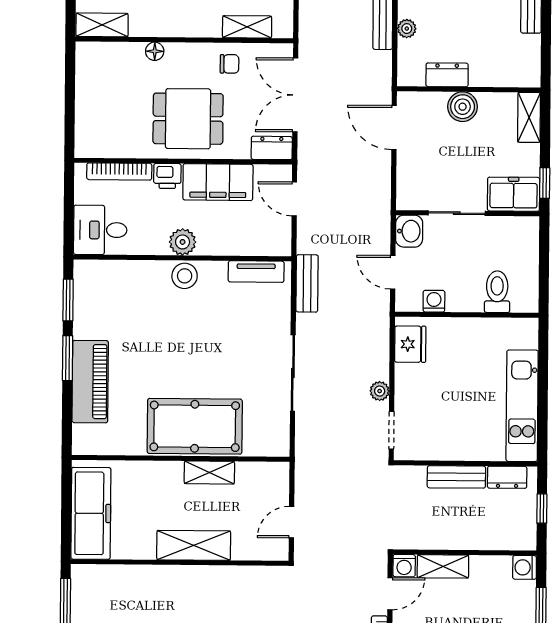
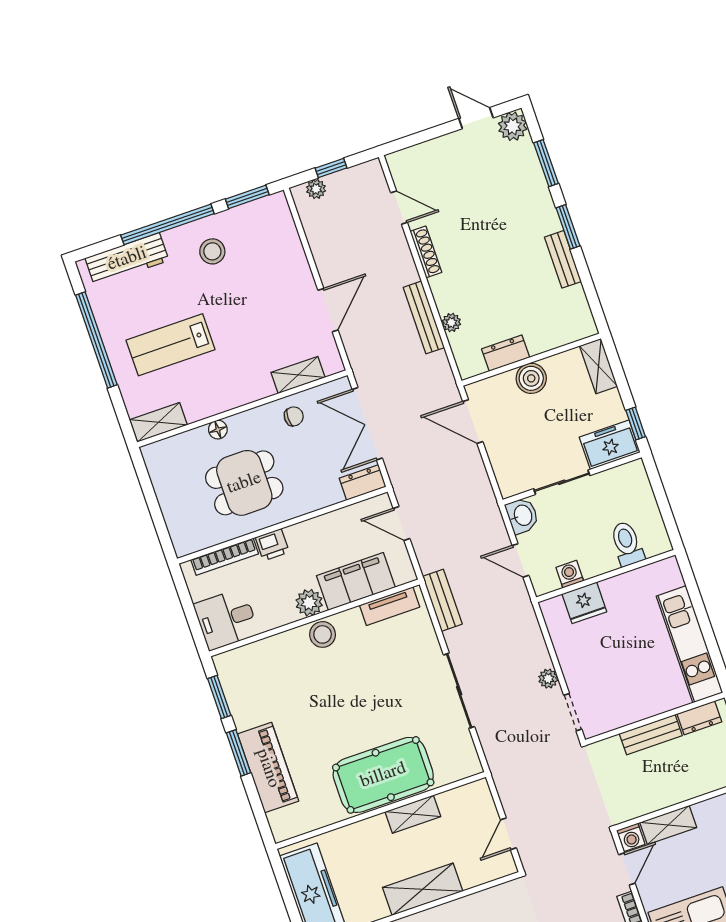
dining table: (188, 119) -> (244, 483), moved
filing cabinet: (218, 182) -> (356, 581), moved, turned 180
fridge: (410, 344) -> (584, 603), moved, turned 90

